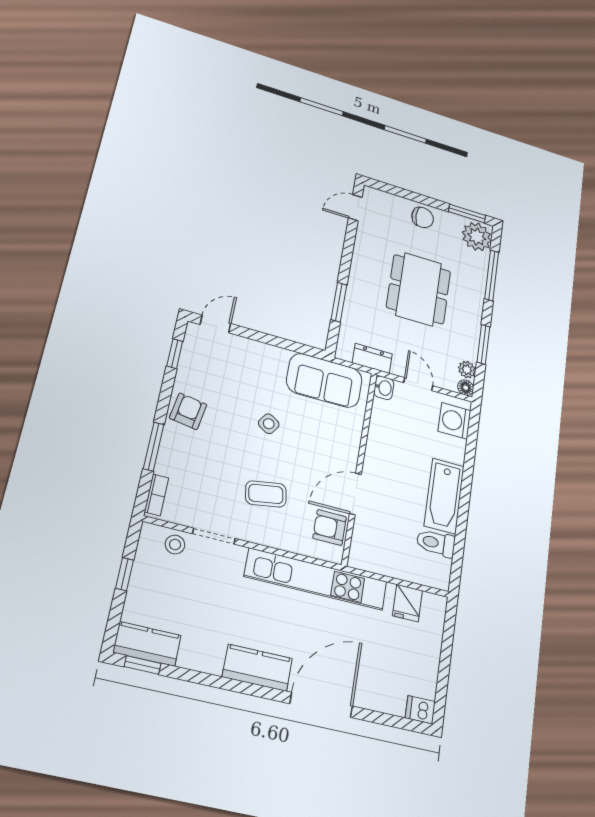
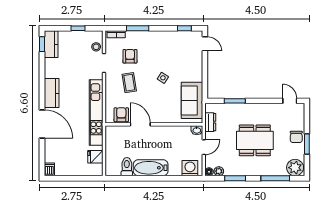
window: (467, 214) -> (307, 144), moved
armchair: (188, 411) -> (130, 56), moved, turned -99

